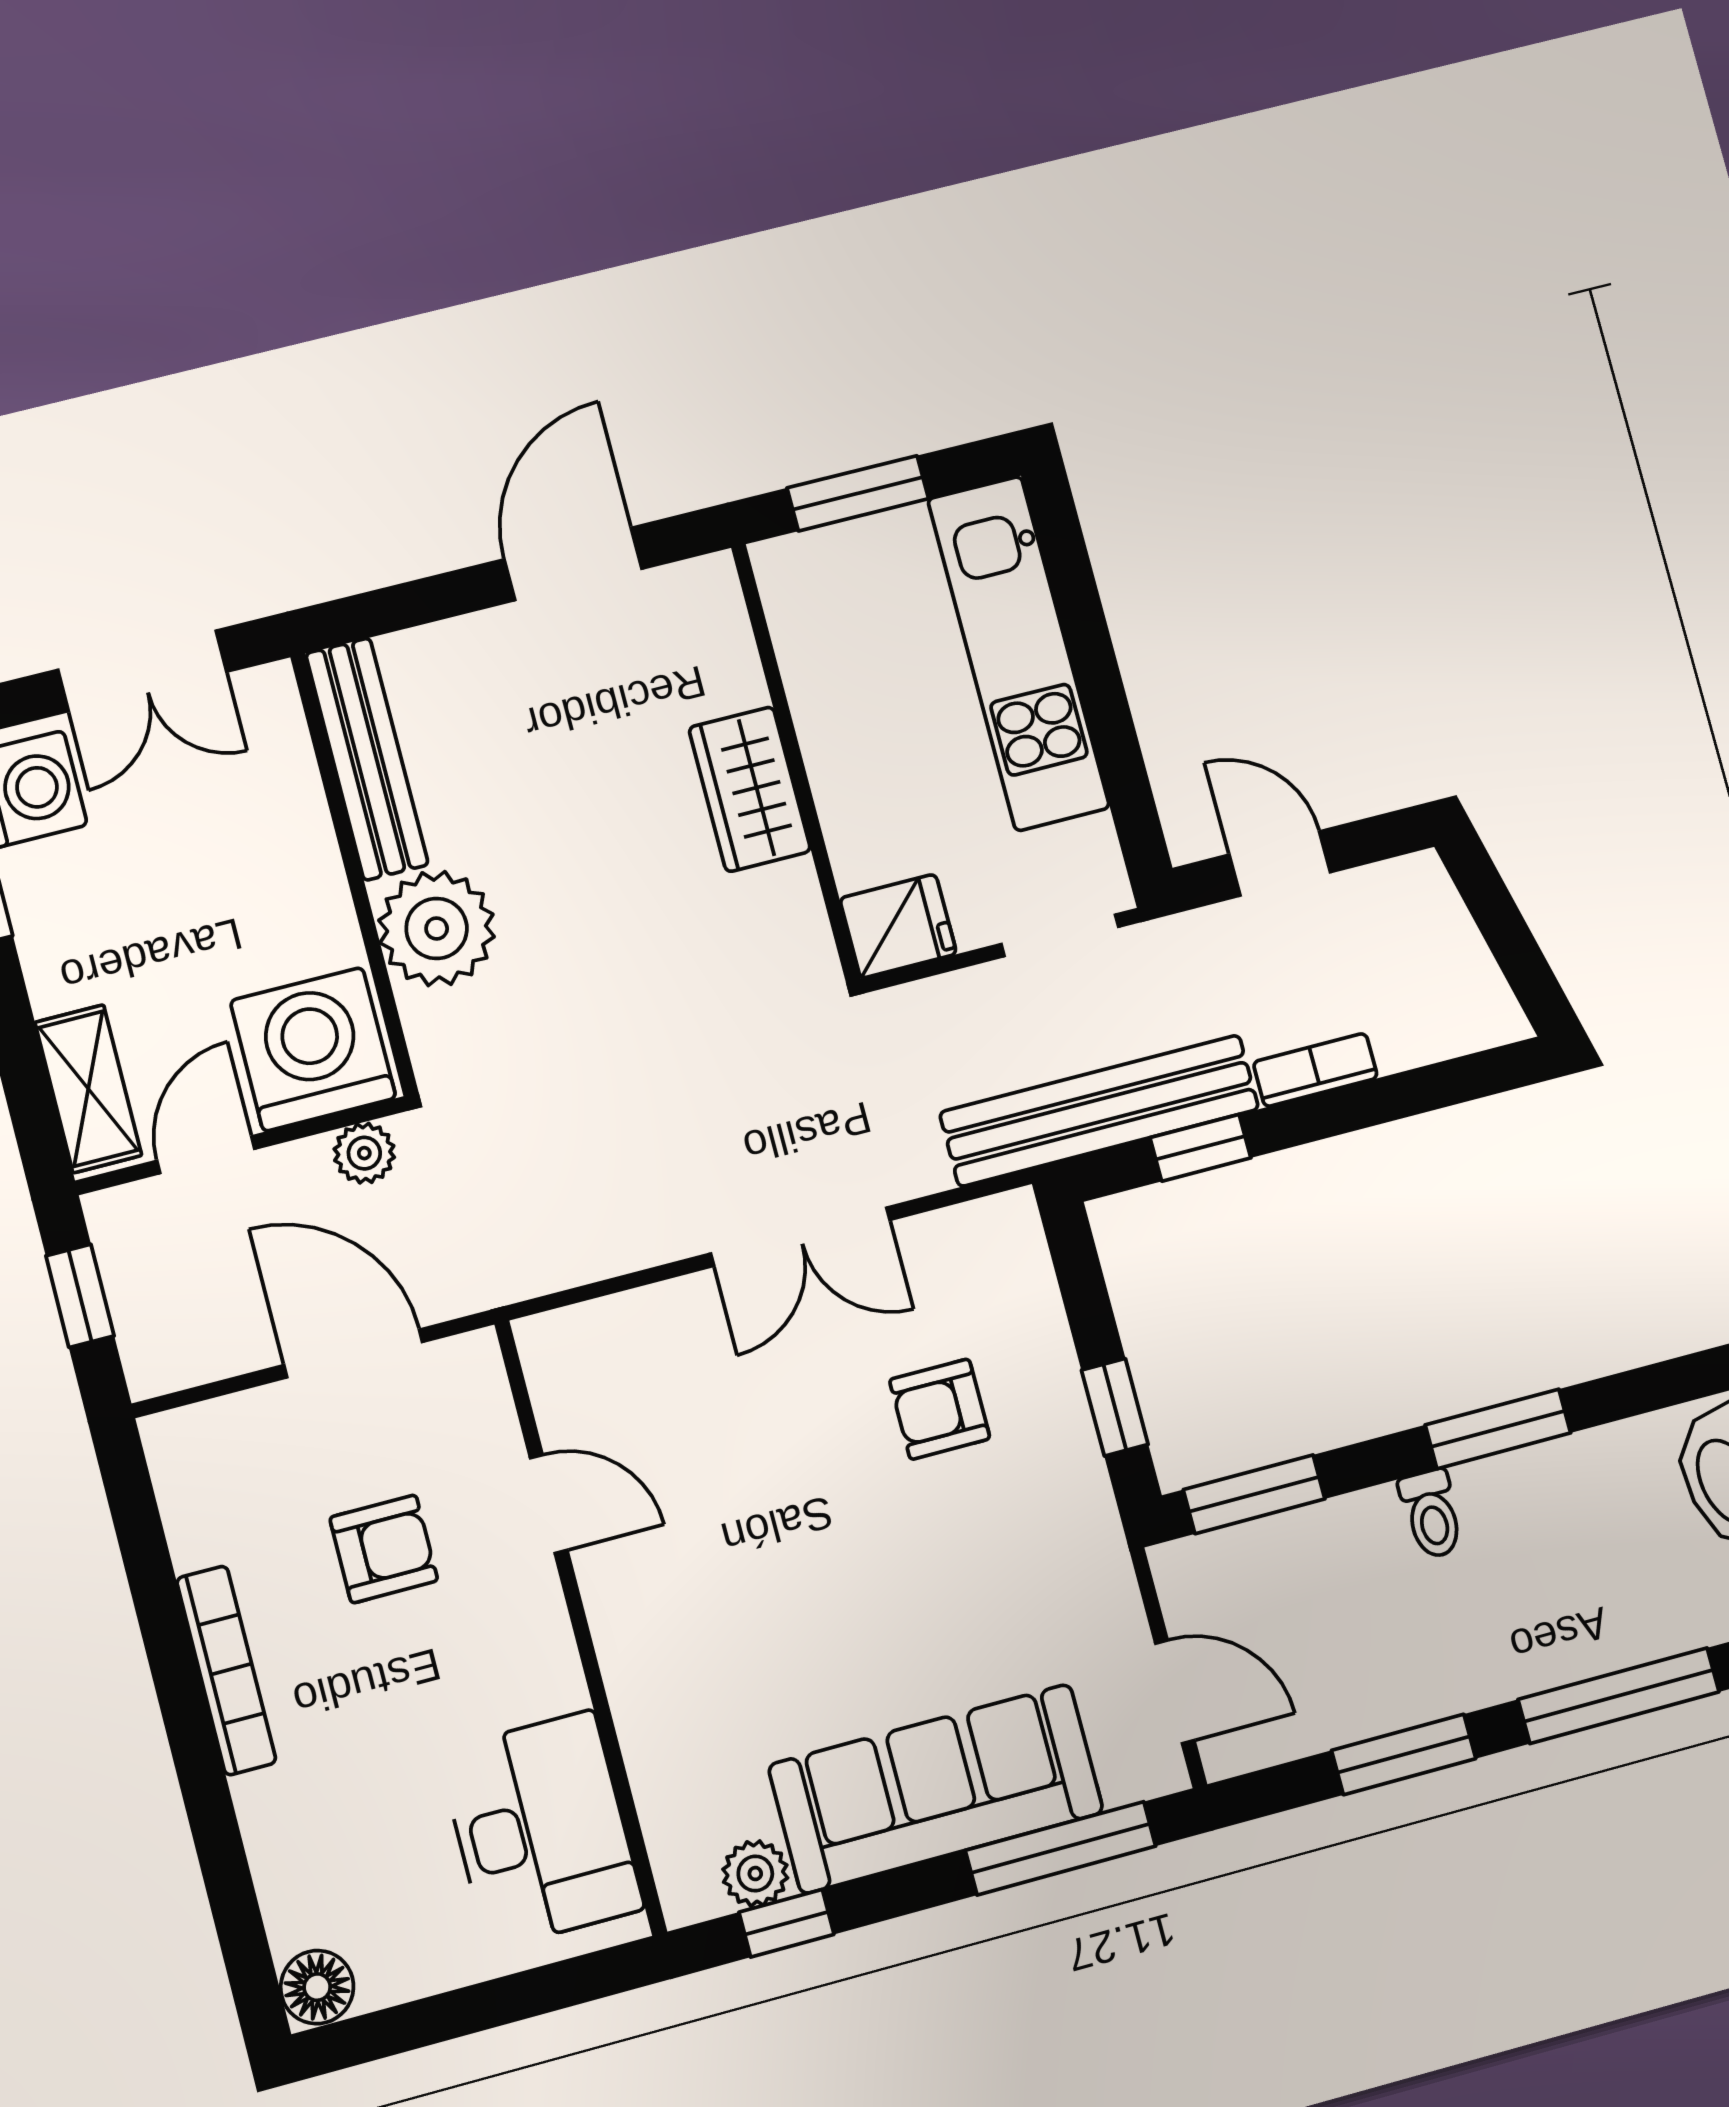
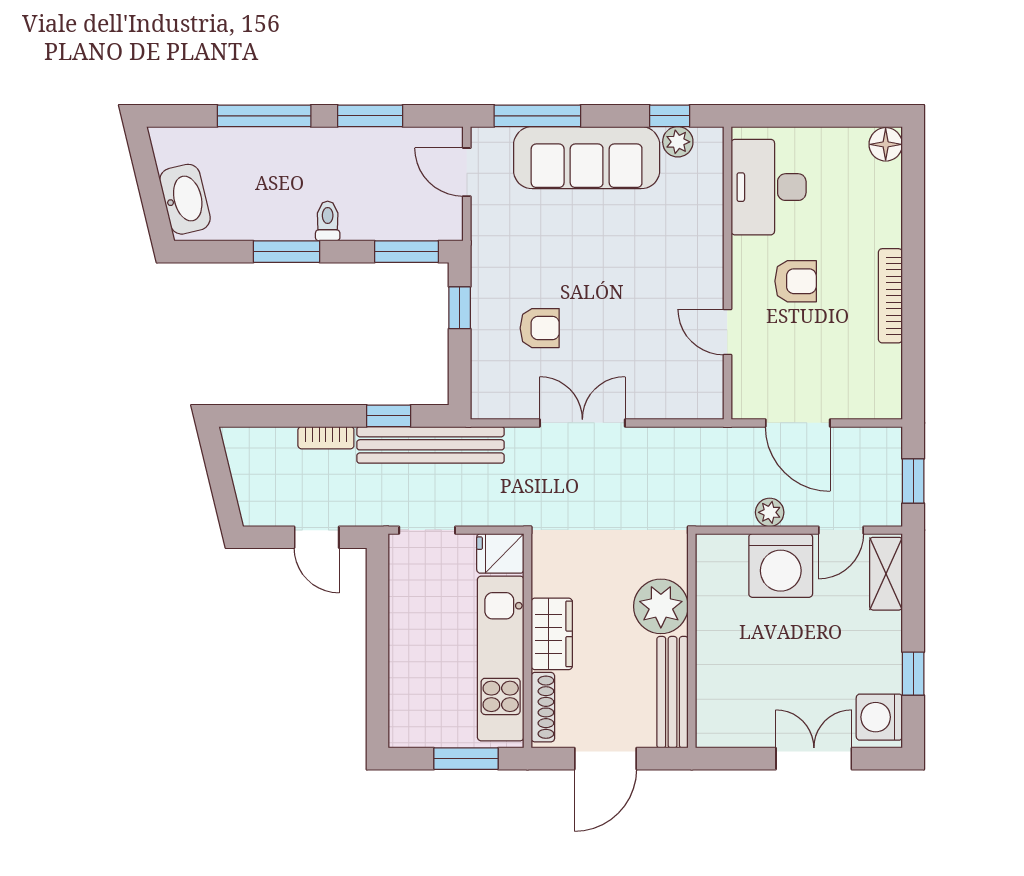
shoe rack: (729, 636) -> (543, 707), added
kitchen unit: (1018, 653) -> (501, 658), moved, turned 180
bench: (367, 759) -> (673, 692), moved
wall: (354, 874) -> (692, 641), moved
plant: (437, 929) -> (661, 606), moved
armchair: (384, 1549) -> (796, 281), moved, turned 180

